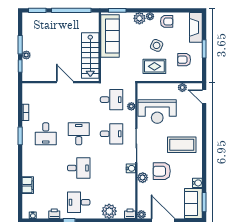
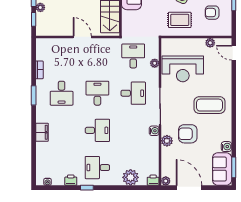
desk: (112, 100) -> (133, 56), turned -90
filing cabinet: (28, 185) -> (42, 132), moved

